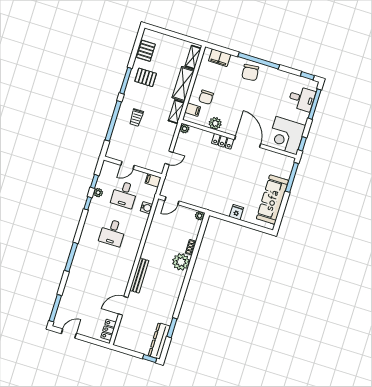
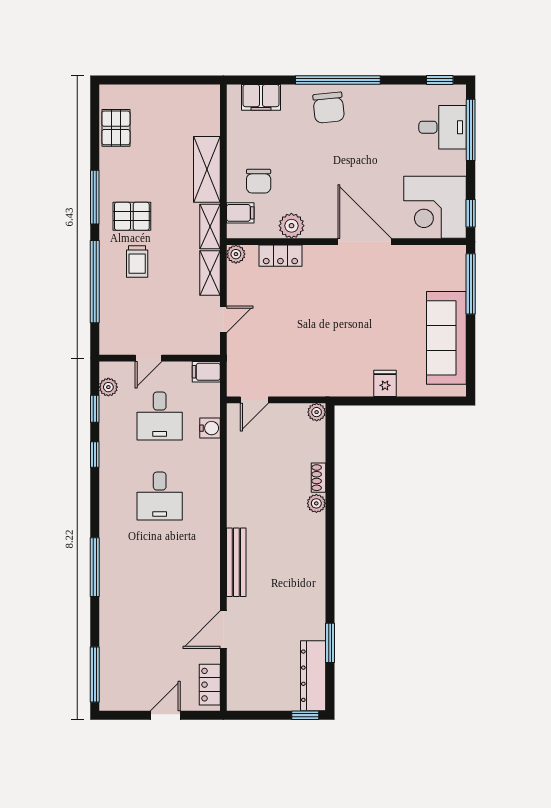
shelving: (193, 57) -> (210, 273), moved
pallet: (146, 77) -> (132, 216), moved
locker: (223, 141) -> (280, 256), moved
plant: (98, 193) -> (108, 387), moved
plant: (181, 262) -> (316, 503), width x0.53, depth x0.53
door: (69, 334) -> (165, 715), moved

